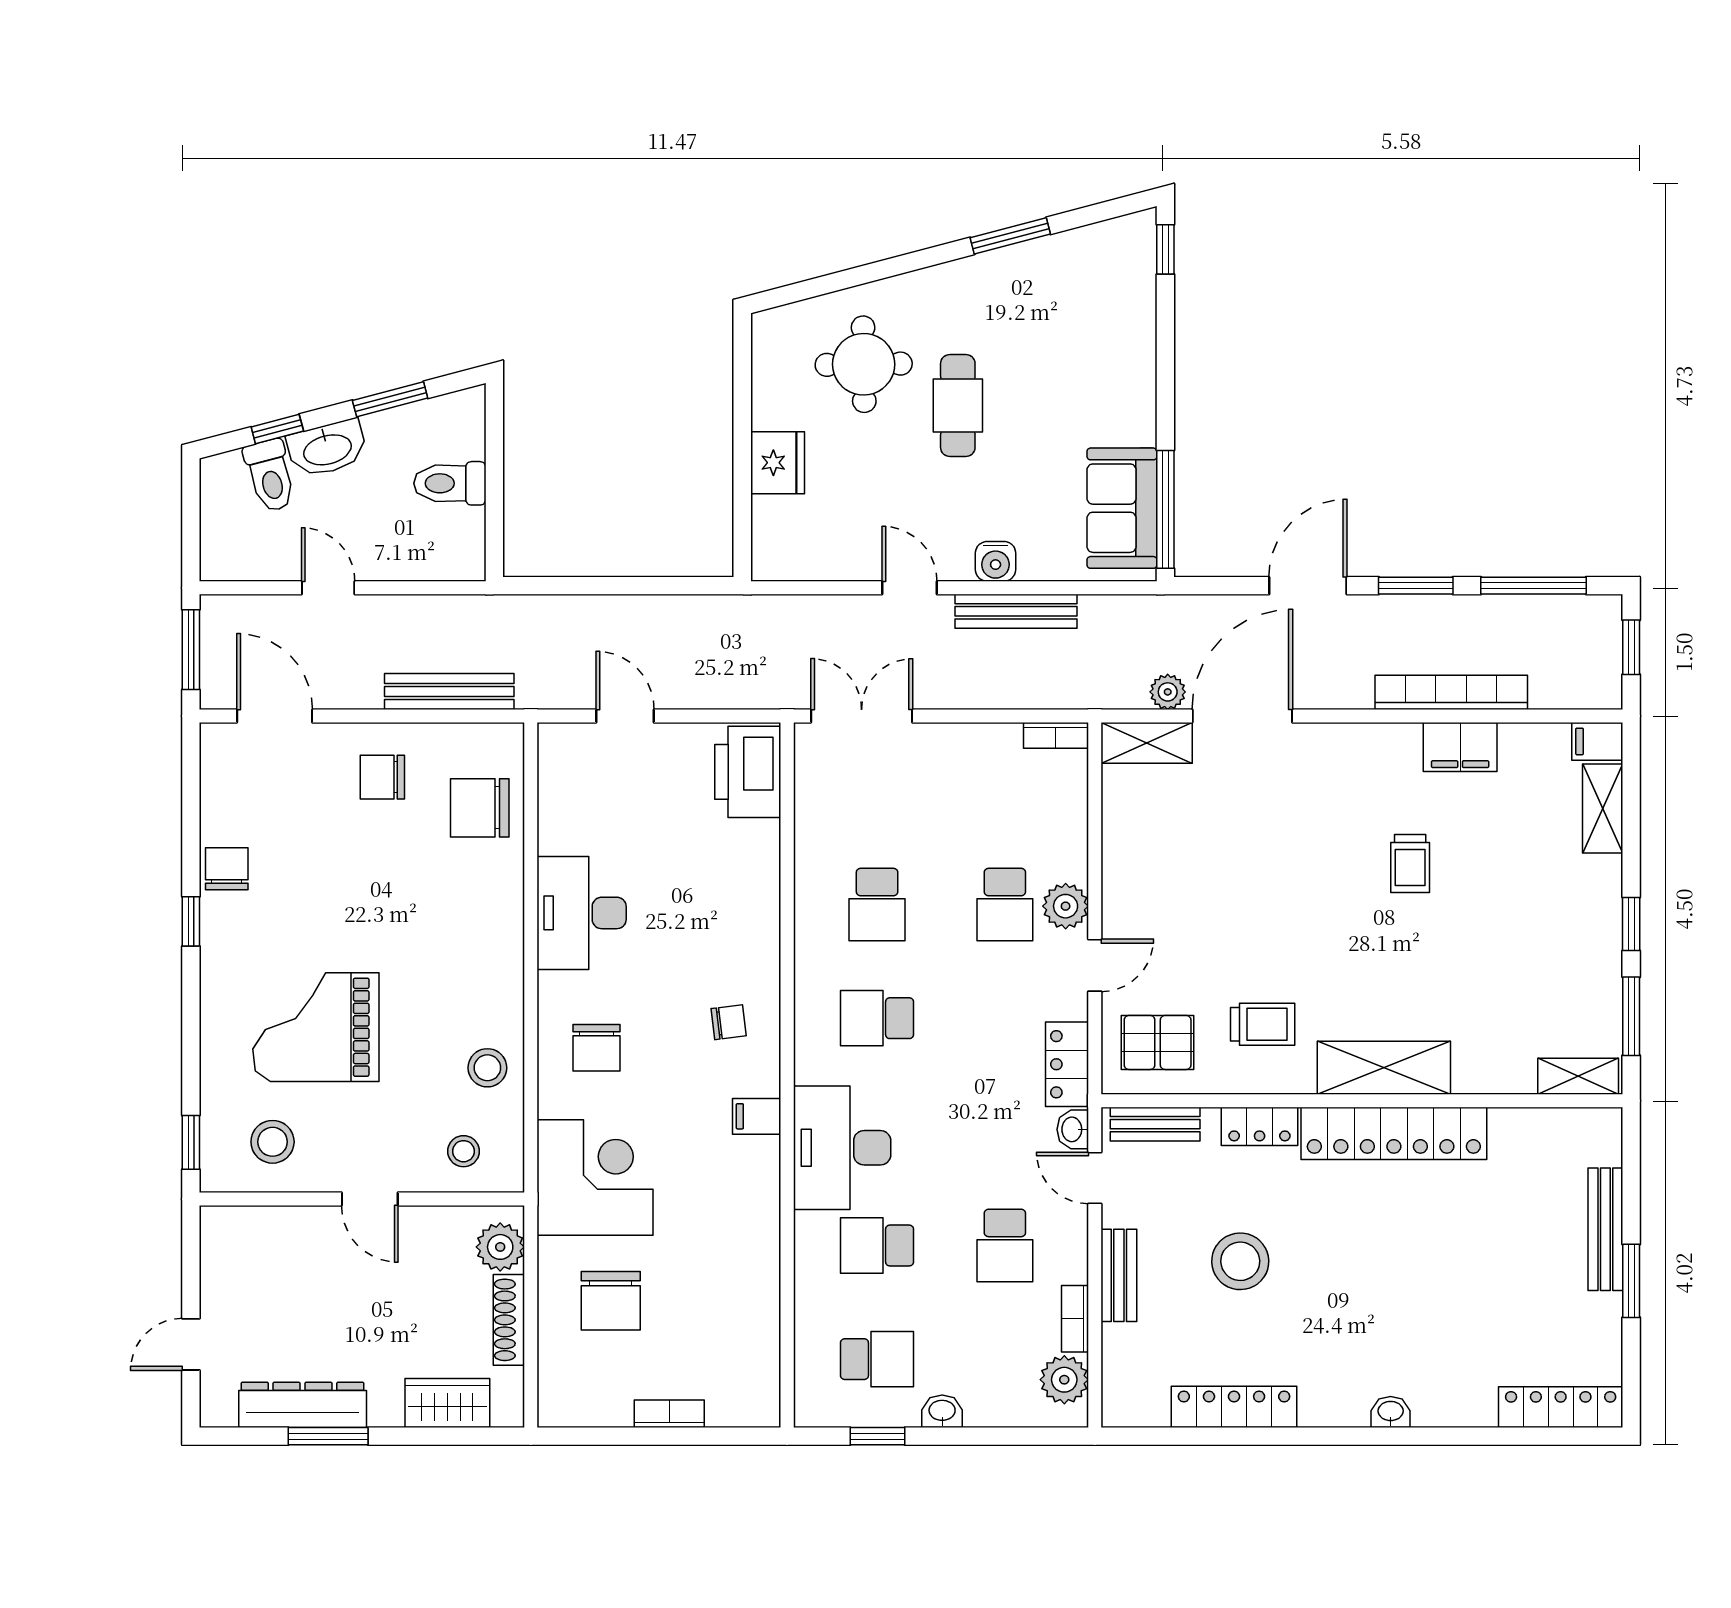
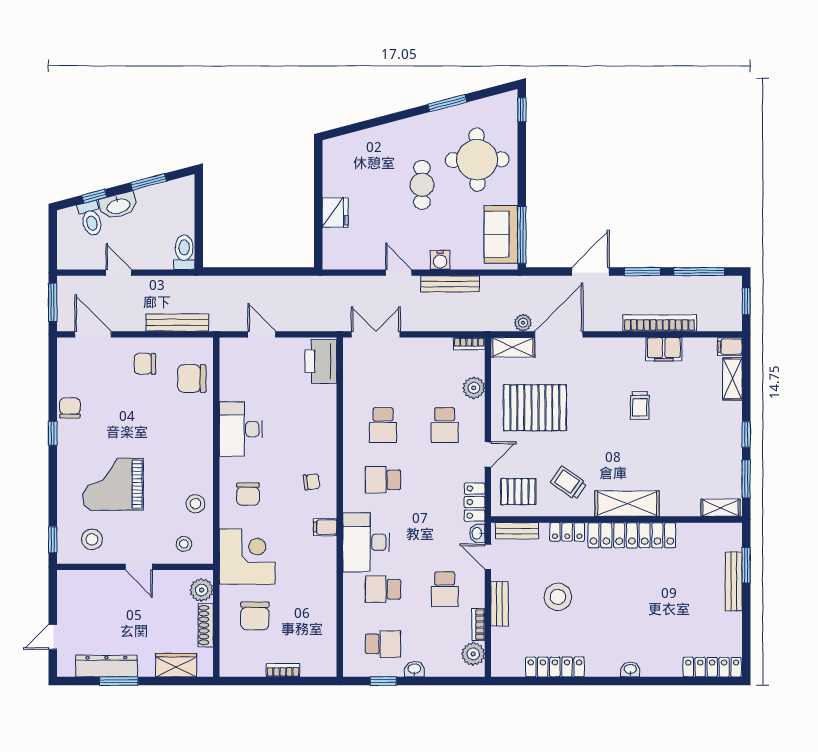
round table: (864, 364) -> (477, 160), moved, width x1.36, depth x1.36
toilet: (450, 483) -> (184, 252), moved, turned 90
pallet: (1192, 868) -> (535, 408), added
plant: (1066, 906) -> (474, 388), moved
trolley: (1263, 1024) -> (569, 483), turned -145
window: (1631, 1281) -> (746, 565), moved

